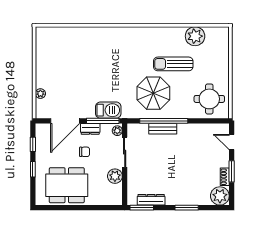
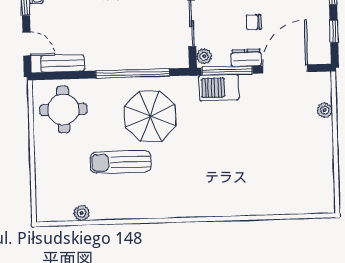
plant: (195, 36) -> (82, 213), width x0.53, depth x0.53
sun lounger: (173, 64) -> (121, 162), turned 180
bench: (163, 129) -> (62, 63), moved

